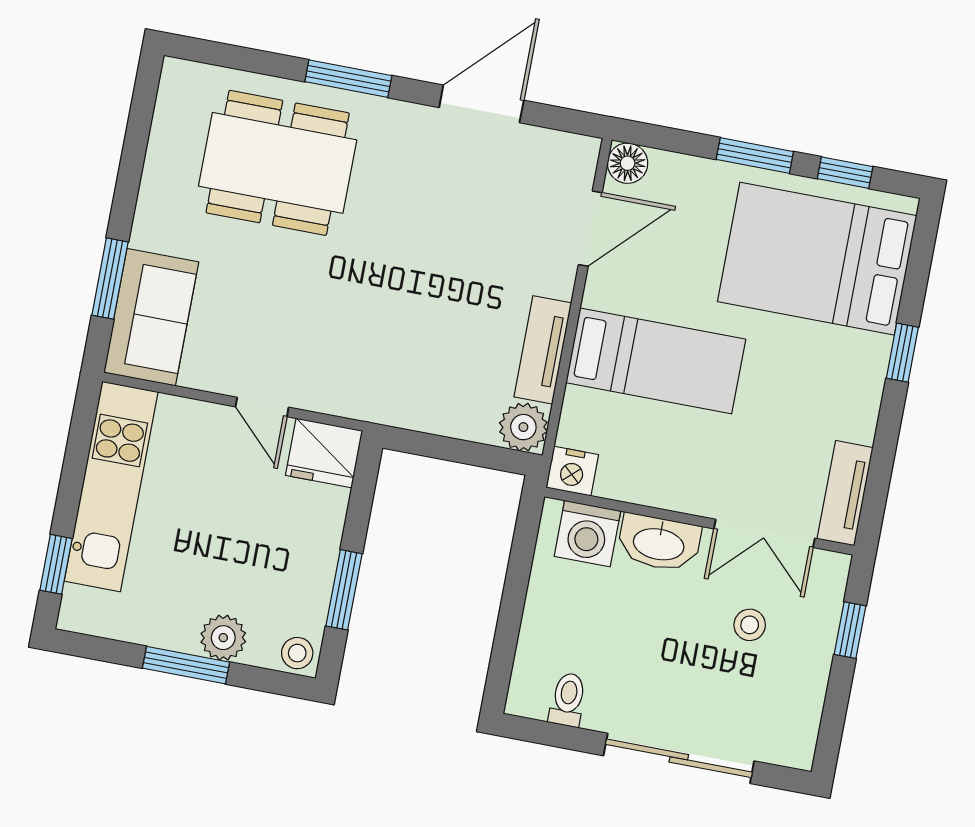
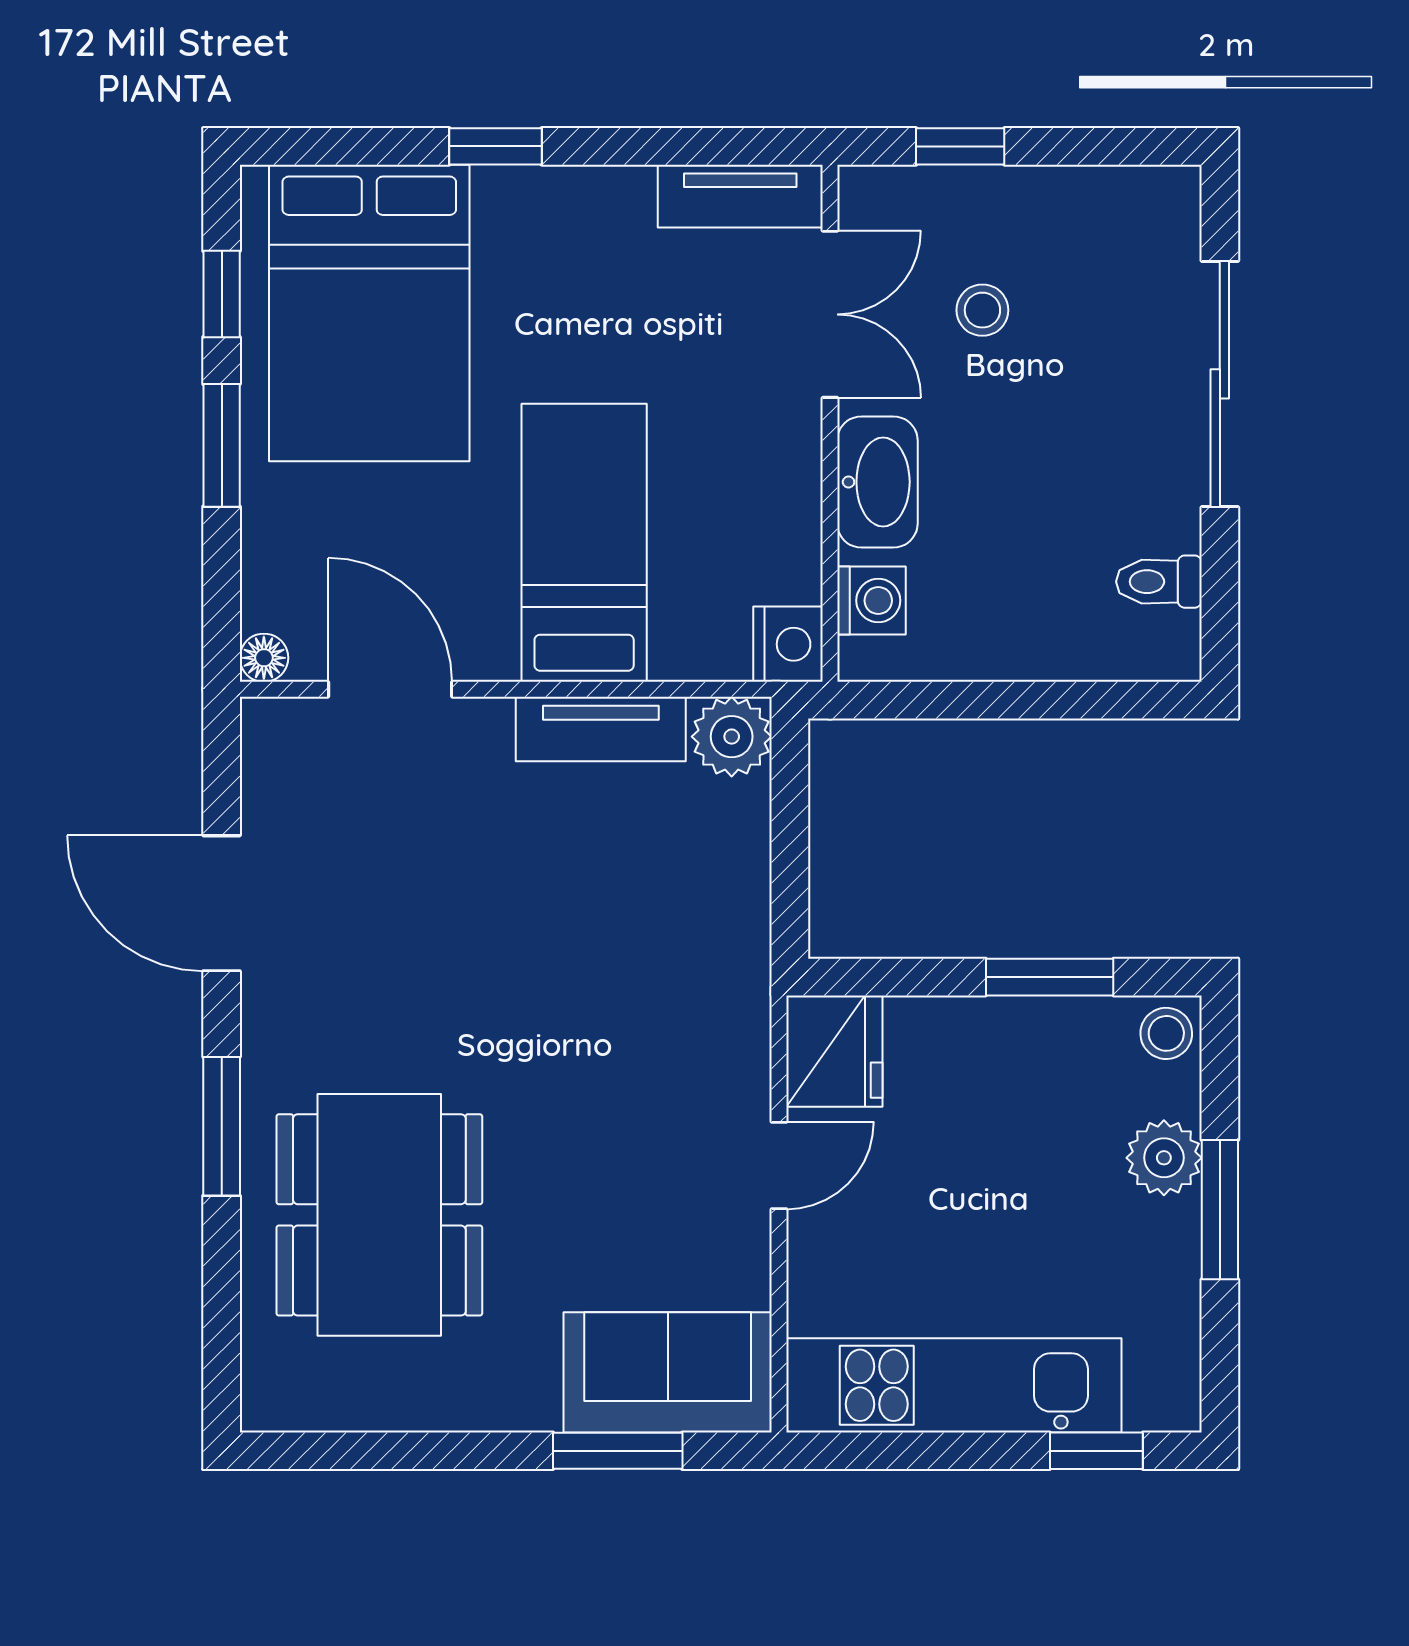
floor lamp: (628, 163) -> (264, 658), width x0.73, depth x0.73
washing machine: (587, 534) -> (871, 601), width x0.73, depth x0.73

